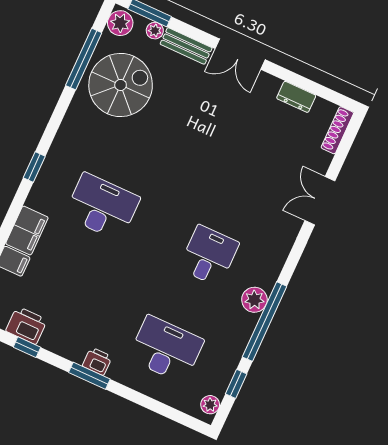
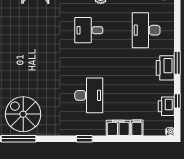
desk: (102, 207) -> (89, 95), turned 180
printer: (97, 361) -> (165, 68), width x1.87, depth x1.48

